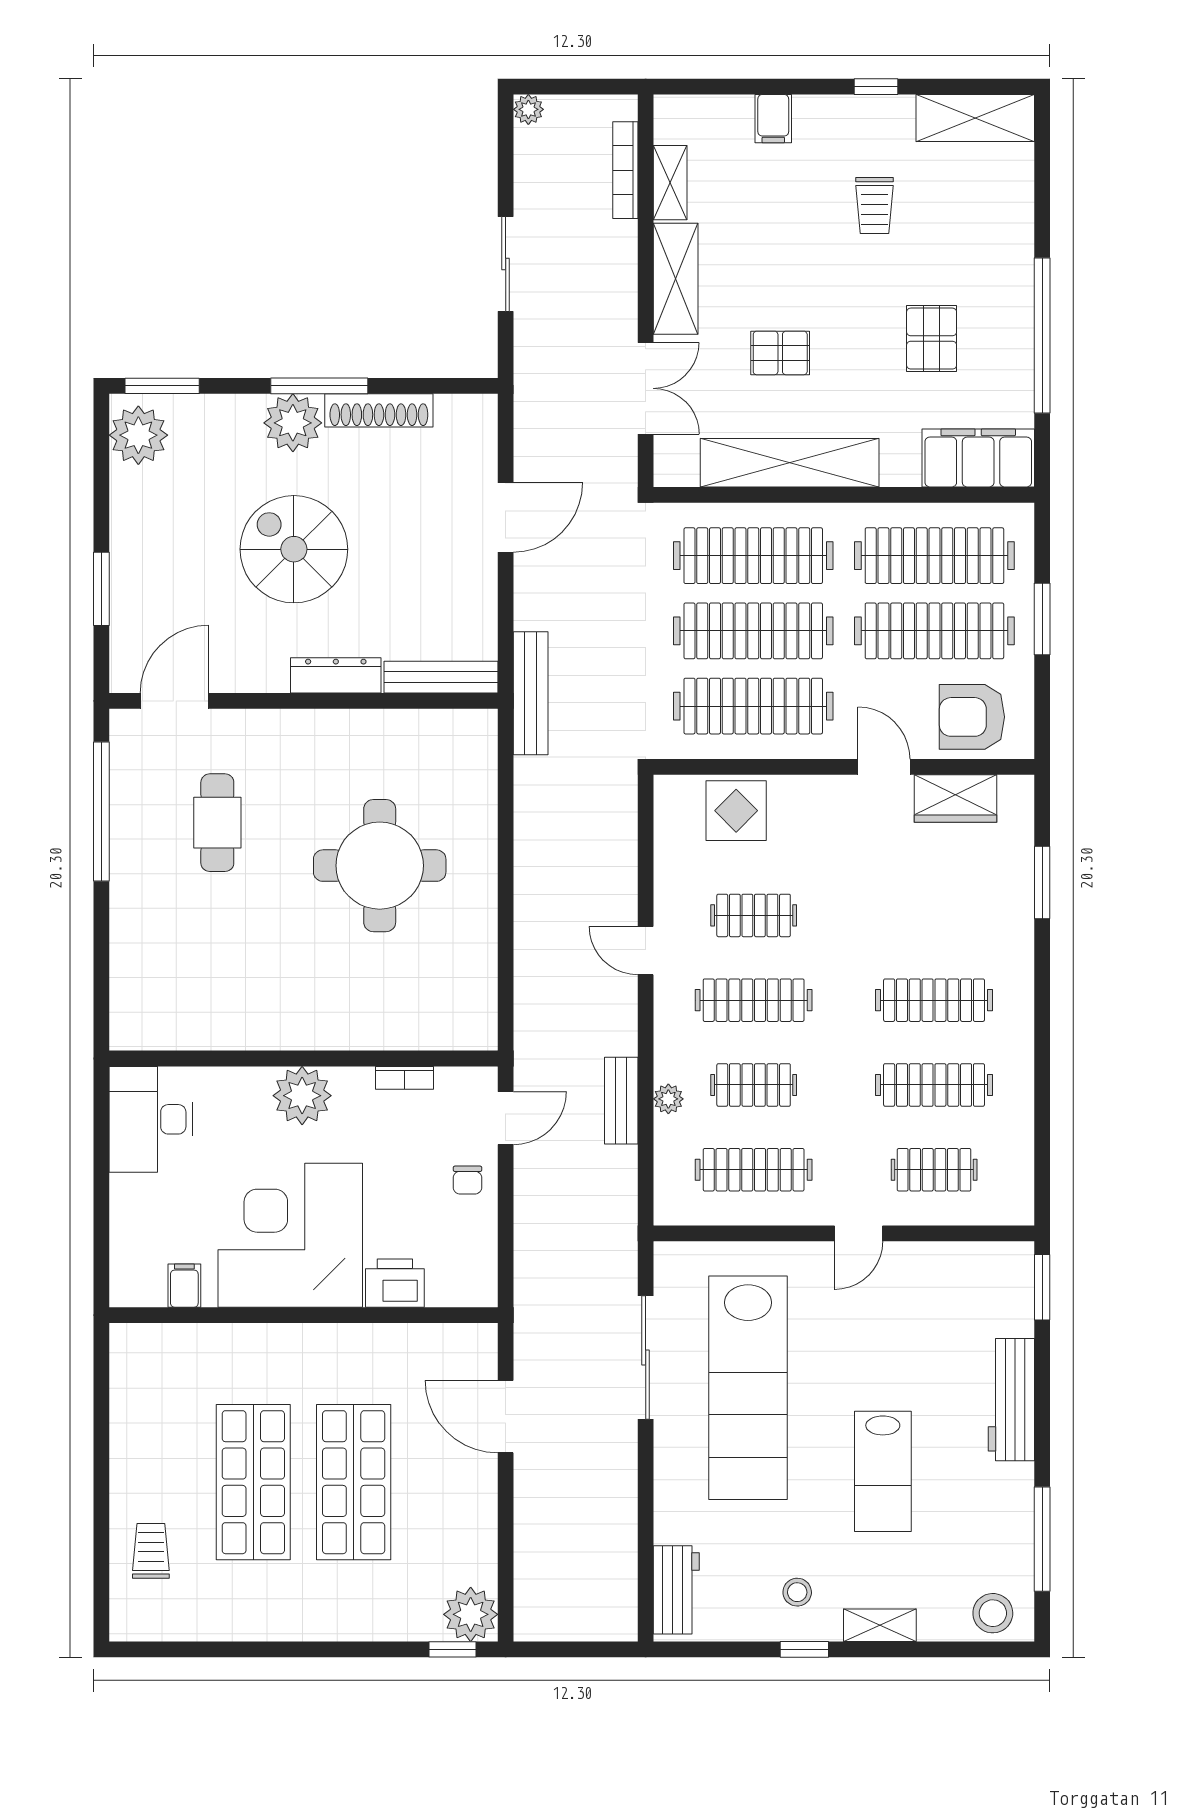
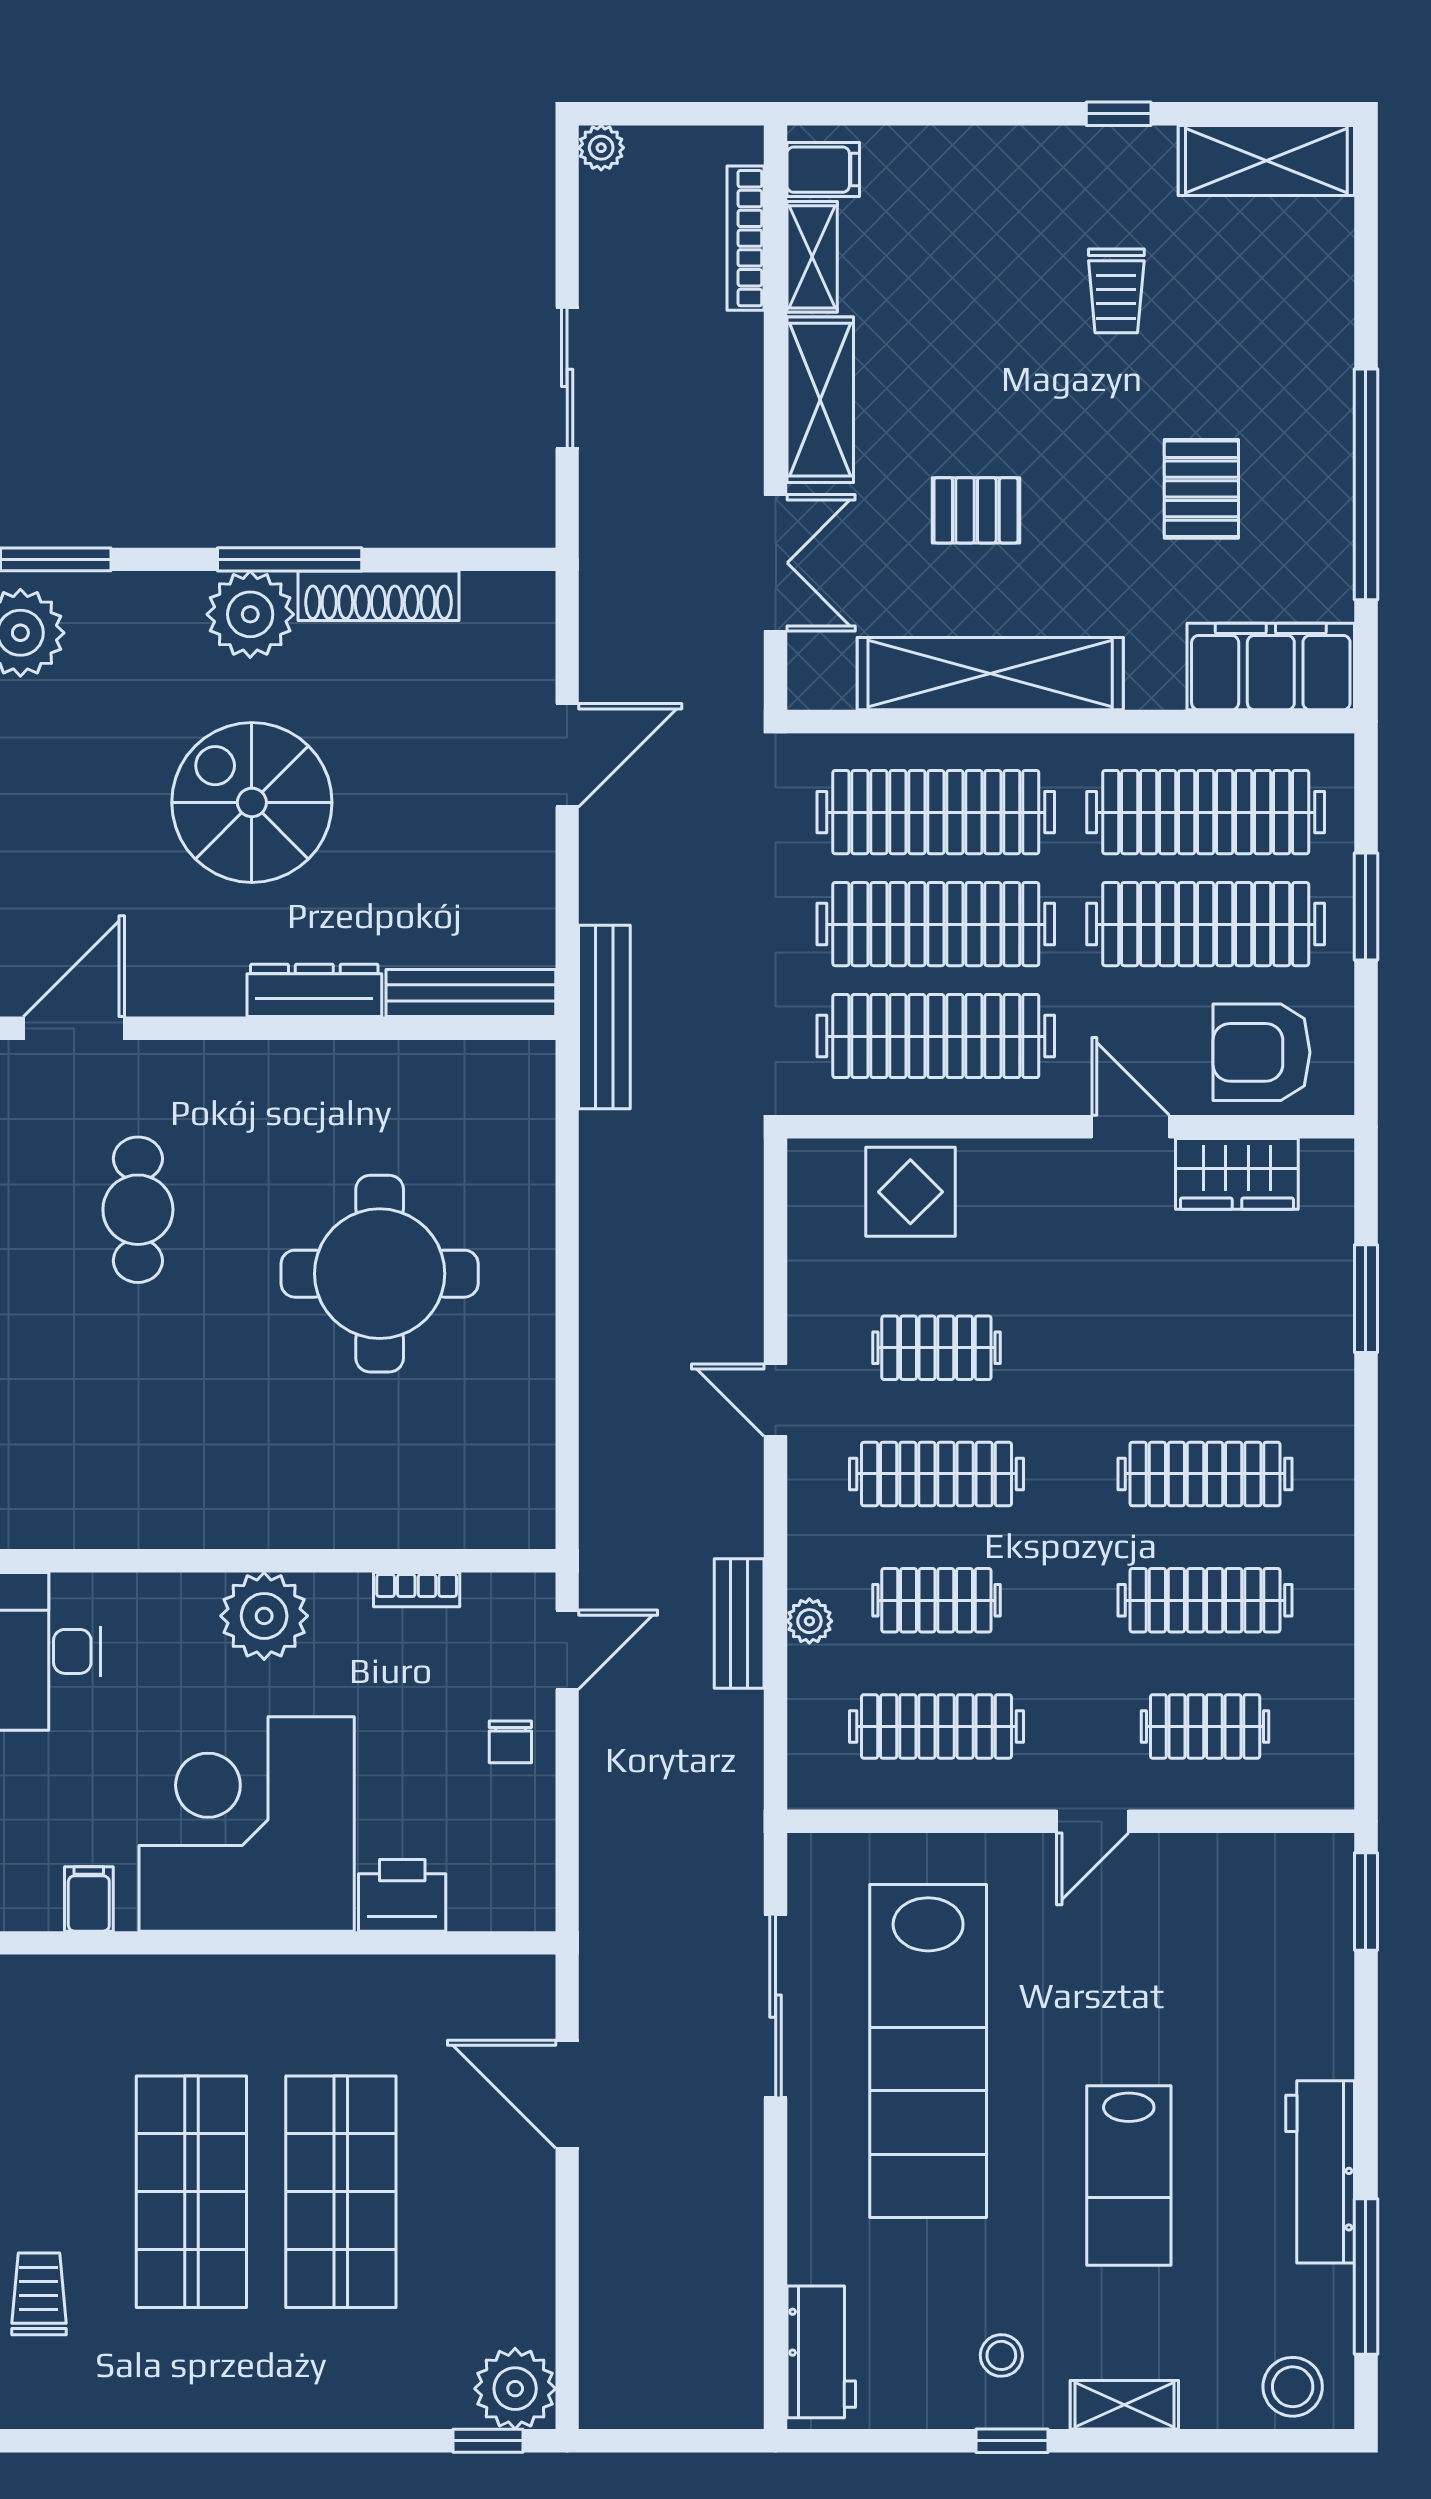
filing cabinet: (773, 119) -> (823, 170), moved, turned -90
workbench: (1011, 1400) -> (1320, 2172), moved

